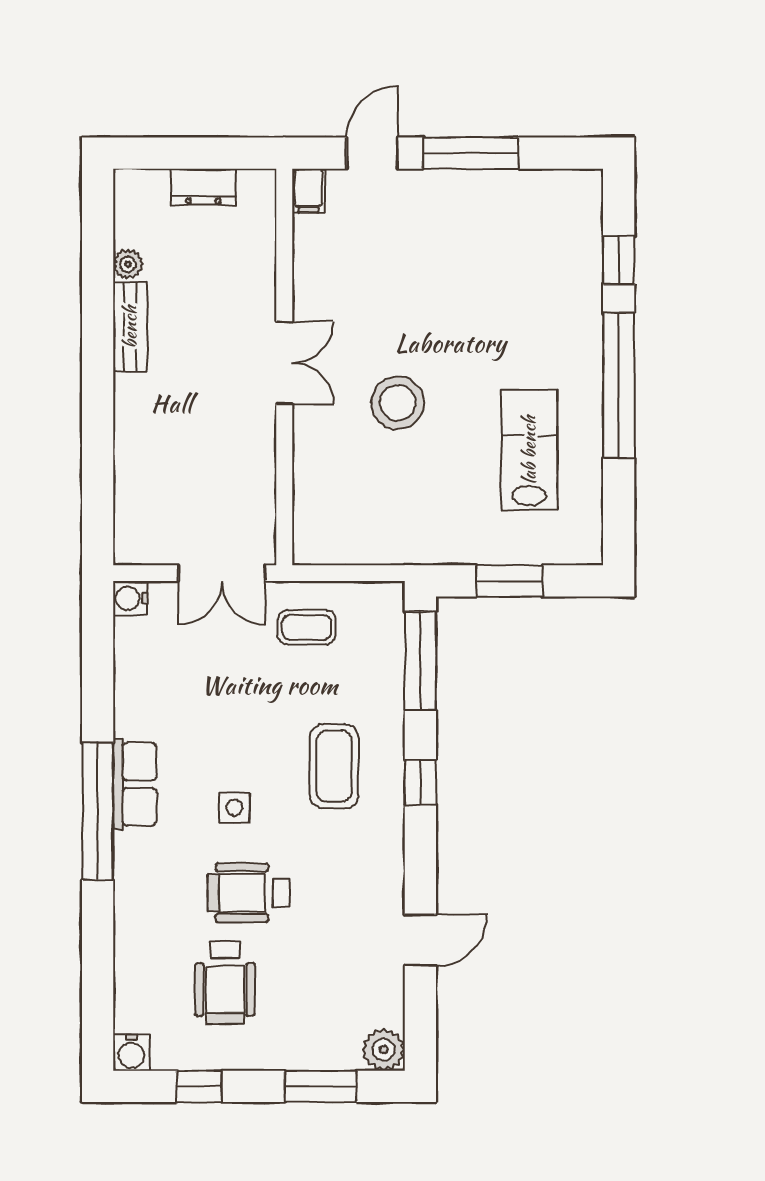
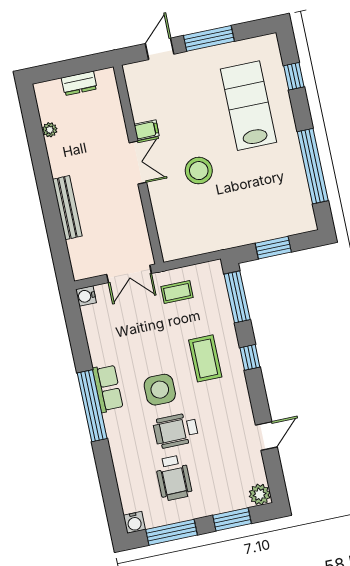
filing cabinet: (308, 191) -> (147, 130), moved, turned -90
bench: (130, 327) -> (67, 208), moved, width x1.36
window: (619, 385) -> (313, 166), moved
lab bench: (529, 450) -> (249, 106), moved, width x1.36, depth x1.39
side table: (234, 808) -> (160, 390), width x1.87, depth x1.87
window: (199, 1086) -> (171, 532), width x2.17

